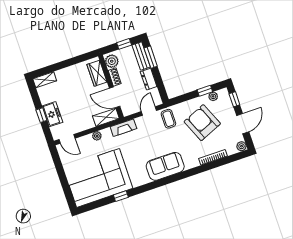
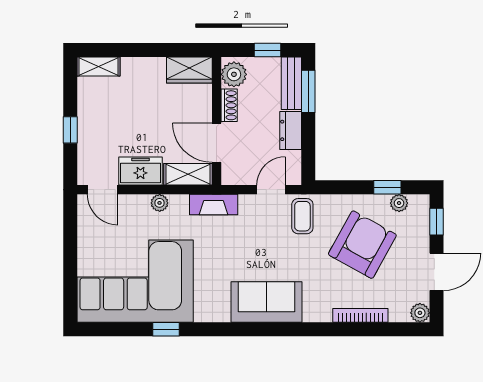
wardrobe: (97, 73) -> (189, 70), moved, turned -90
freezer: (52, 114) -> (140, 171), moved, turned -90
armchair: (202, 123) -> (362, 245), turned 52

